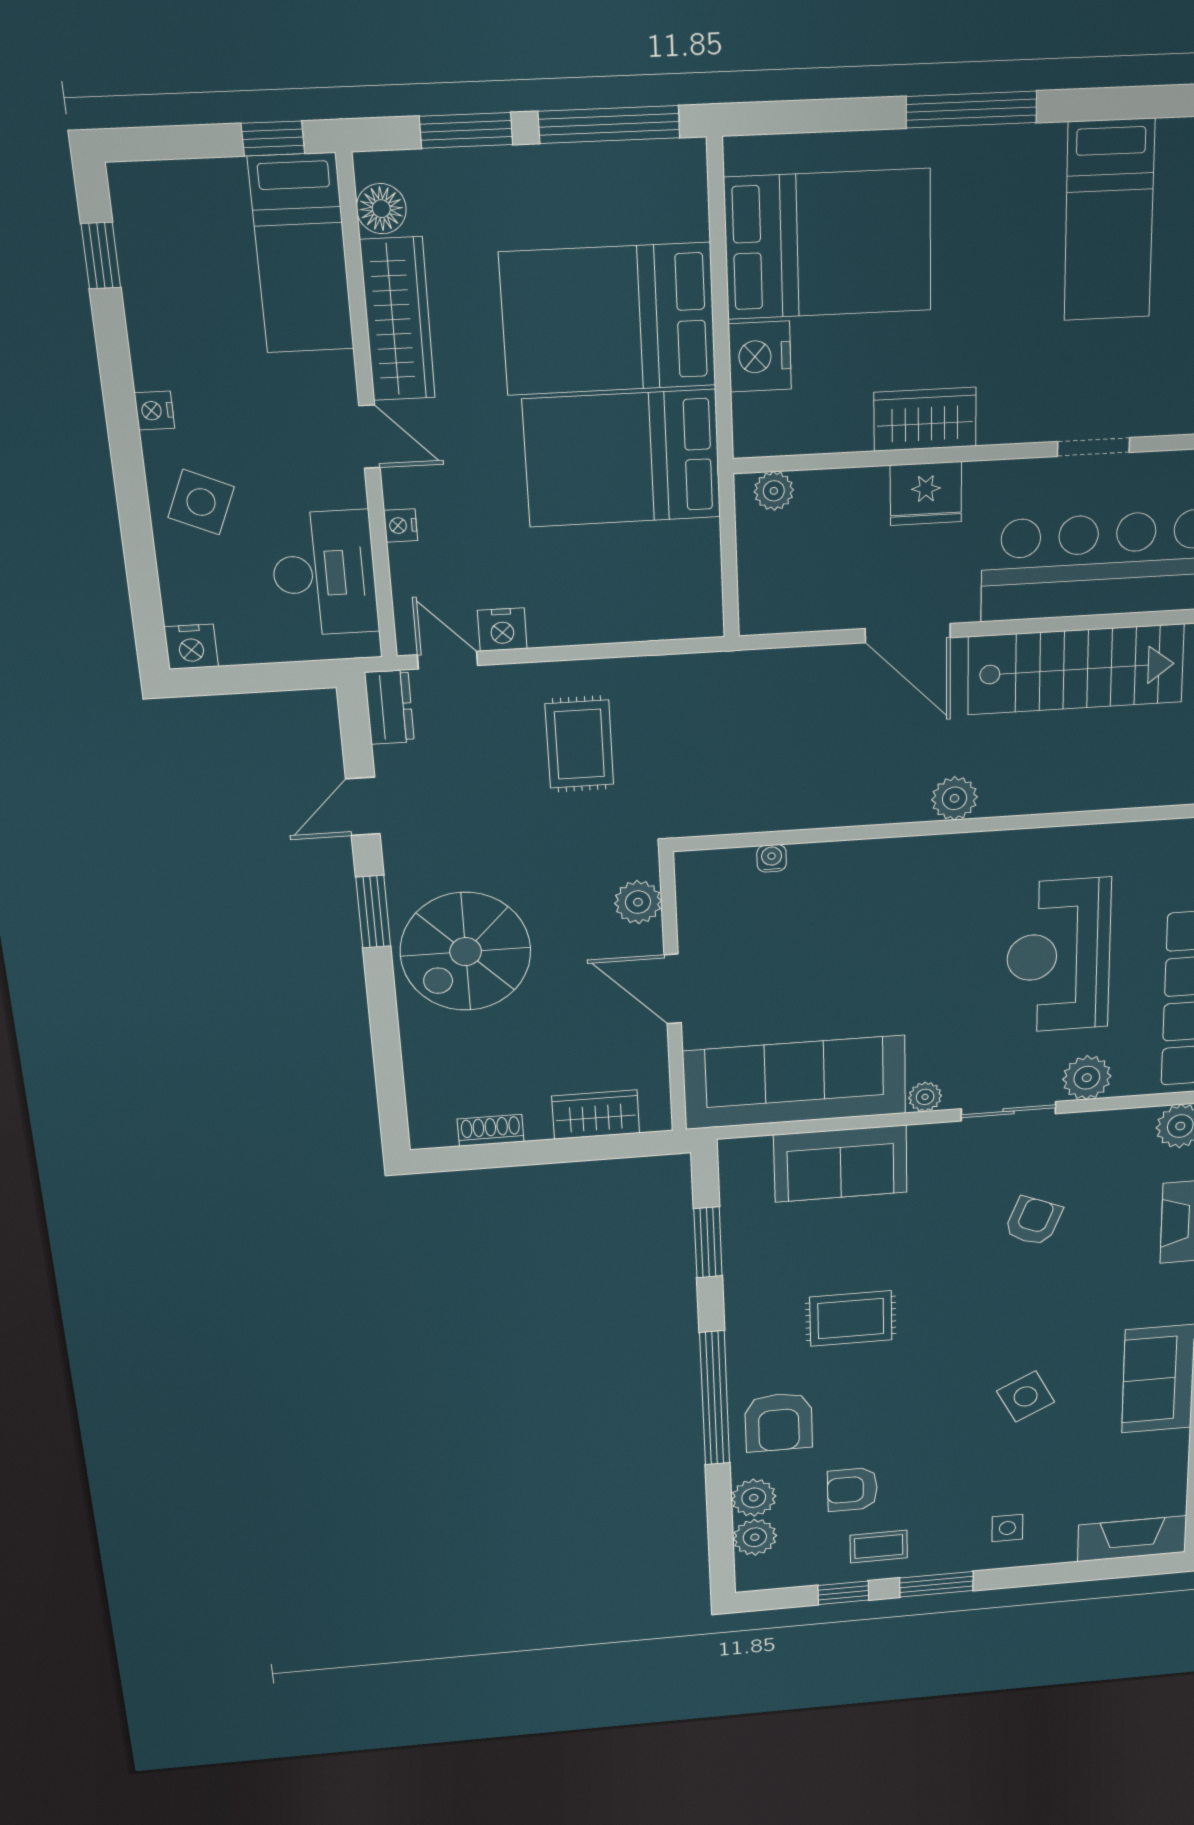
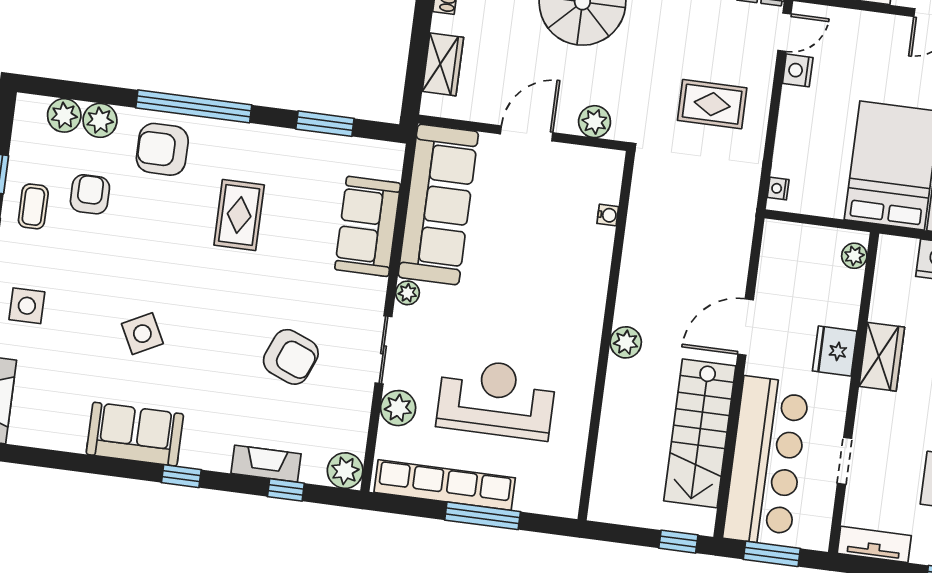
nightstand: (401, 525) -> (778, 189), moved, turned -90
armchair: (1033, 1221) -> (291, 357), width x1.38, depth x1.38
side table: (1007, 1528) -> (27, 306), width x1.37, depth x1.37

